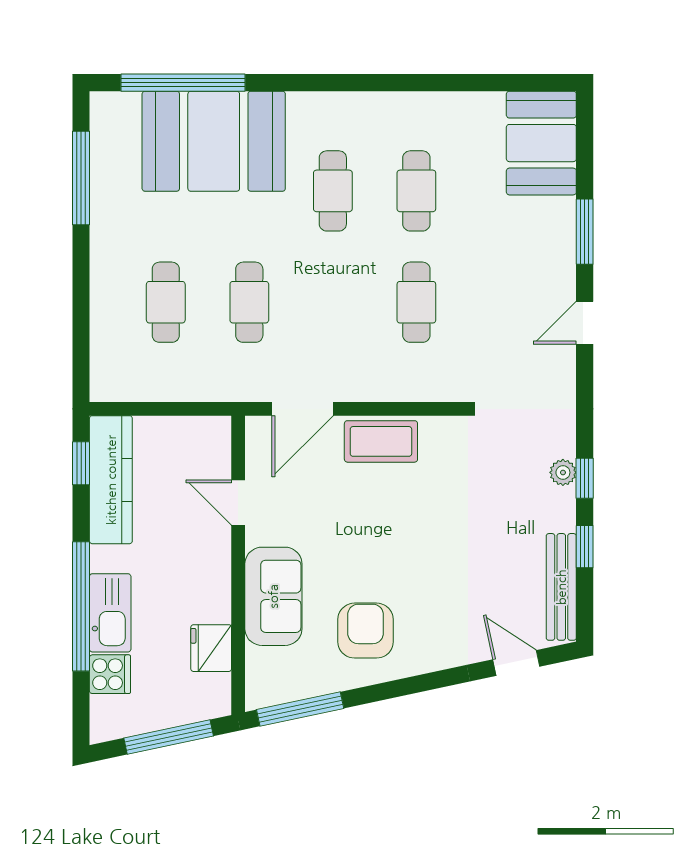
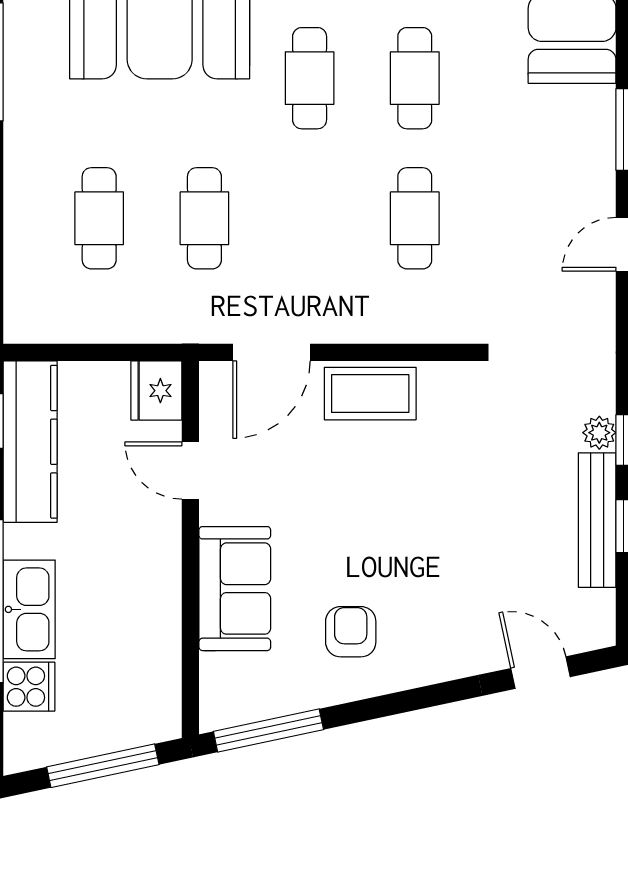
bench: (561, 587) -> (597, 520), moved
armchair: (366, 631) -> (351, 632), width x0.72, depth x0.72
fridge: (211, 648) -> (156, 391), moved

